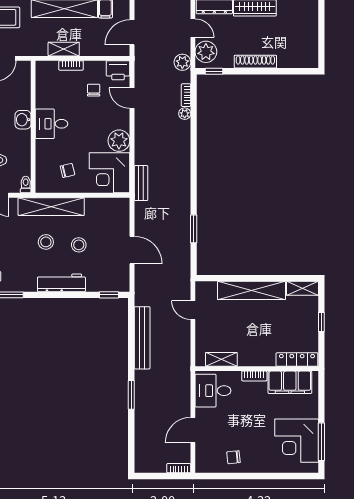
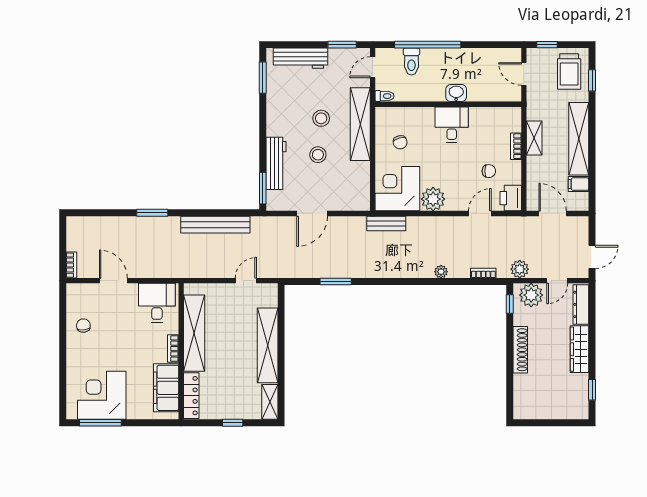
plant: (185, 114) -> (441, 272), moved
workbench: (61, 283) -> (276, 163), moved
window: (109, 295) -> (263, 188), width x1.50
shelving: (221, 359) -> (194, 333), width x2.20, depth x1.33

